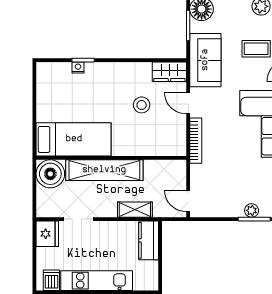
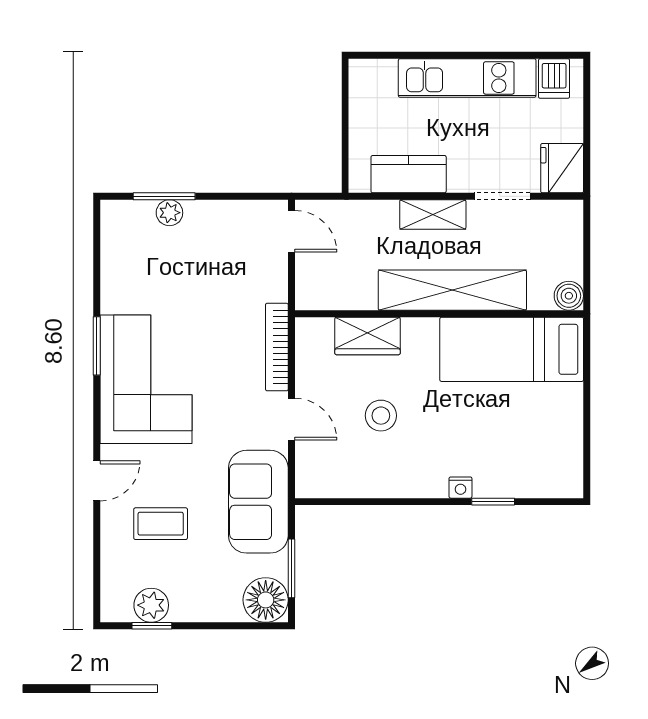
nightstand: (78, 68) -> (460, 488), moved
wardrobe: (169, 72) -> (367, 336), moved, turned 180
boiler: (50, 174) -> (569, 296), width x0.54, depth x0.54
shelving: (135, 210) -> (433, 214), moved
kitchen counter: (149, 240) -> (409, 174), moved, turned -90

